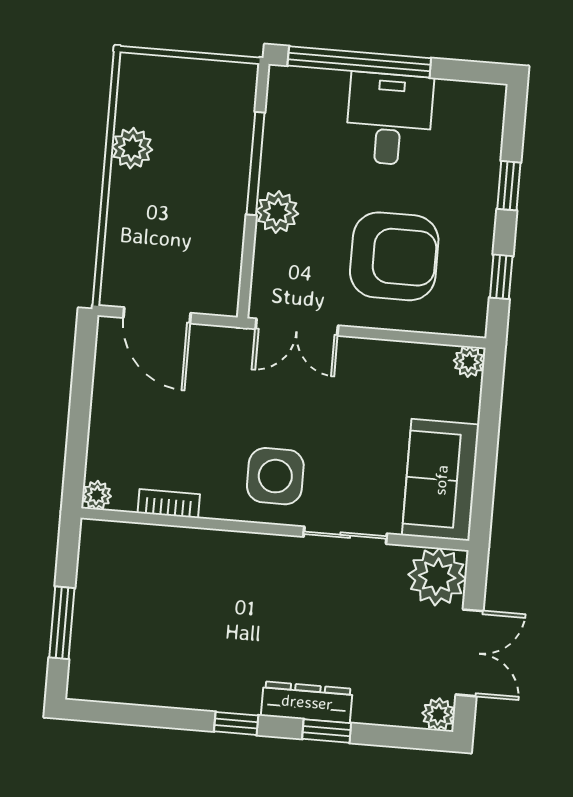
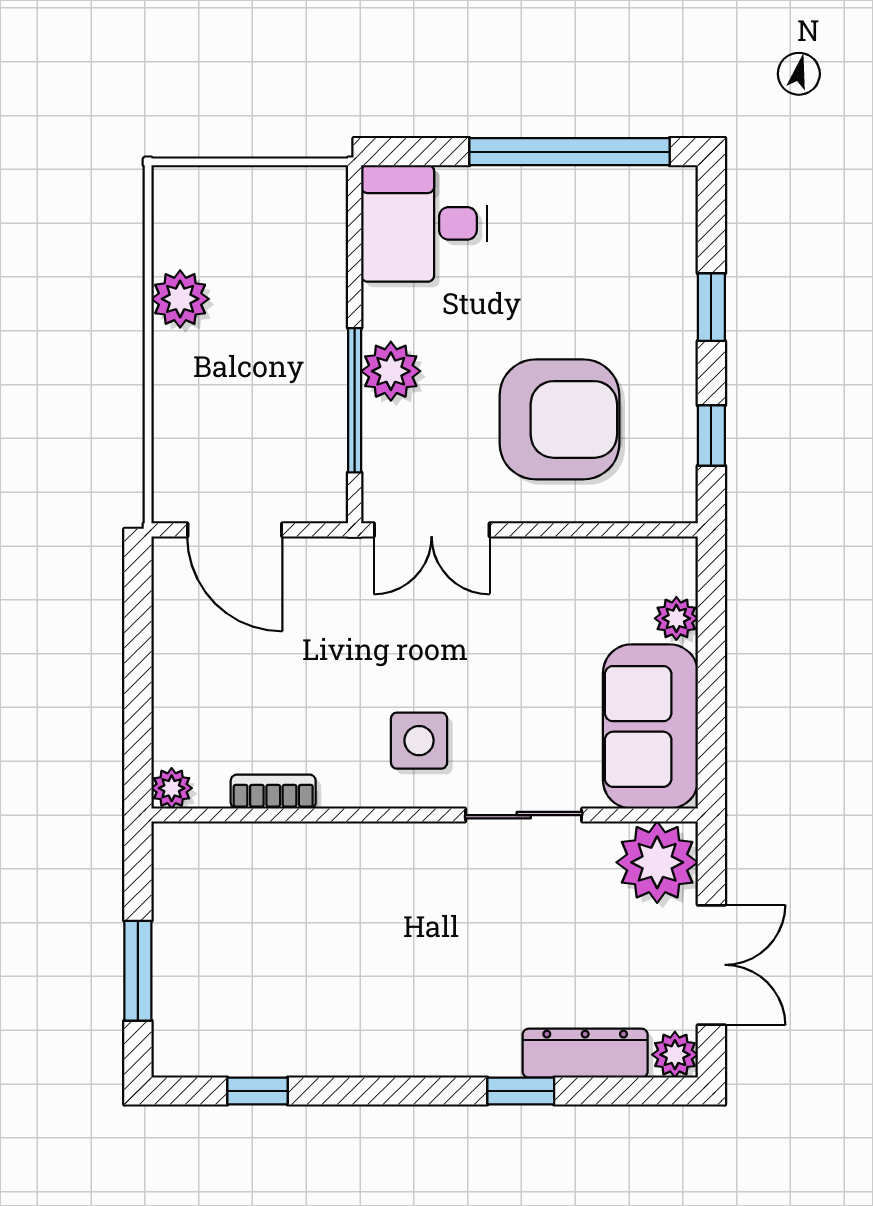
window: (359, 62) -> (570, 152), moved
desk: (389, 119) -> (424, 223), moved, turned -90
window: (256, 164) -> (355, 400), moved
plant: (469, 362) -> (676, 618), moved
side table: (275, 476) -> (419, 741), width x0.73, depth x0.73
dresser: (307, 702) -> (585, 1053), moved
window: (236, 723) -> (258, 1091), moved

